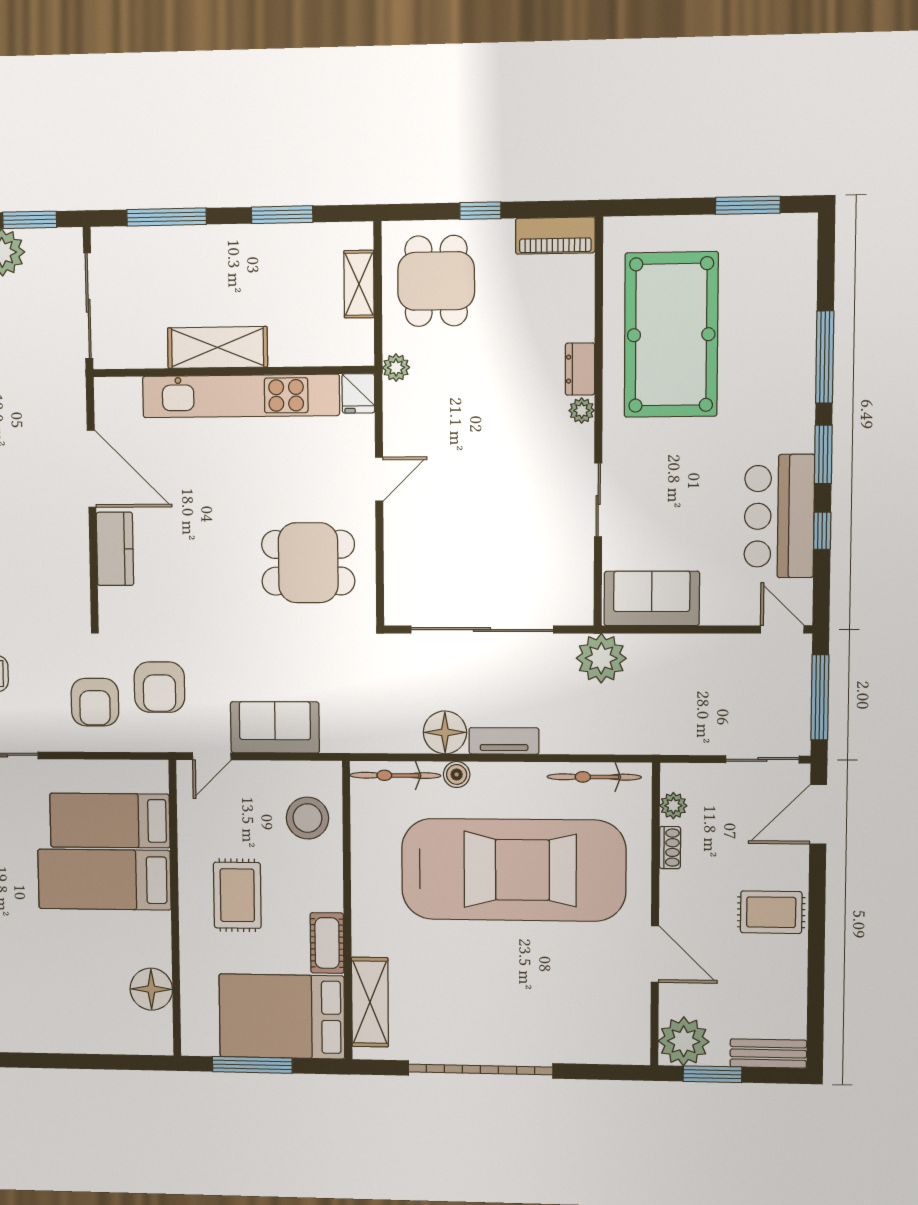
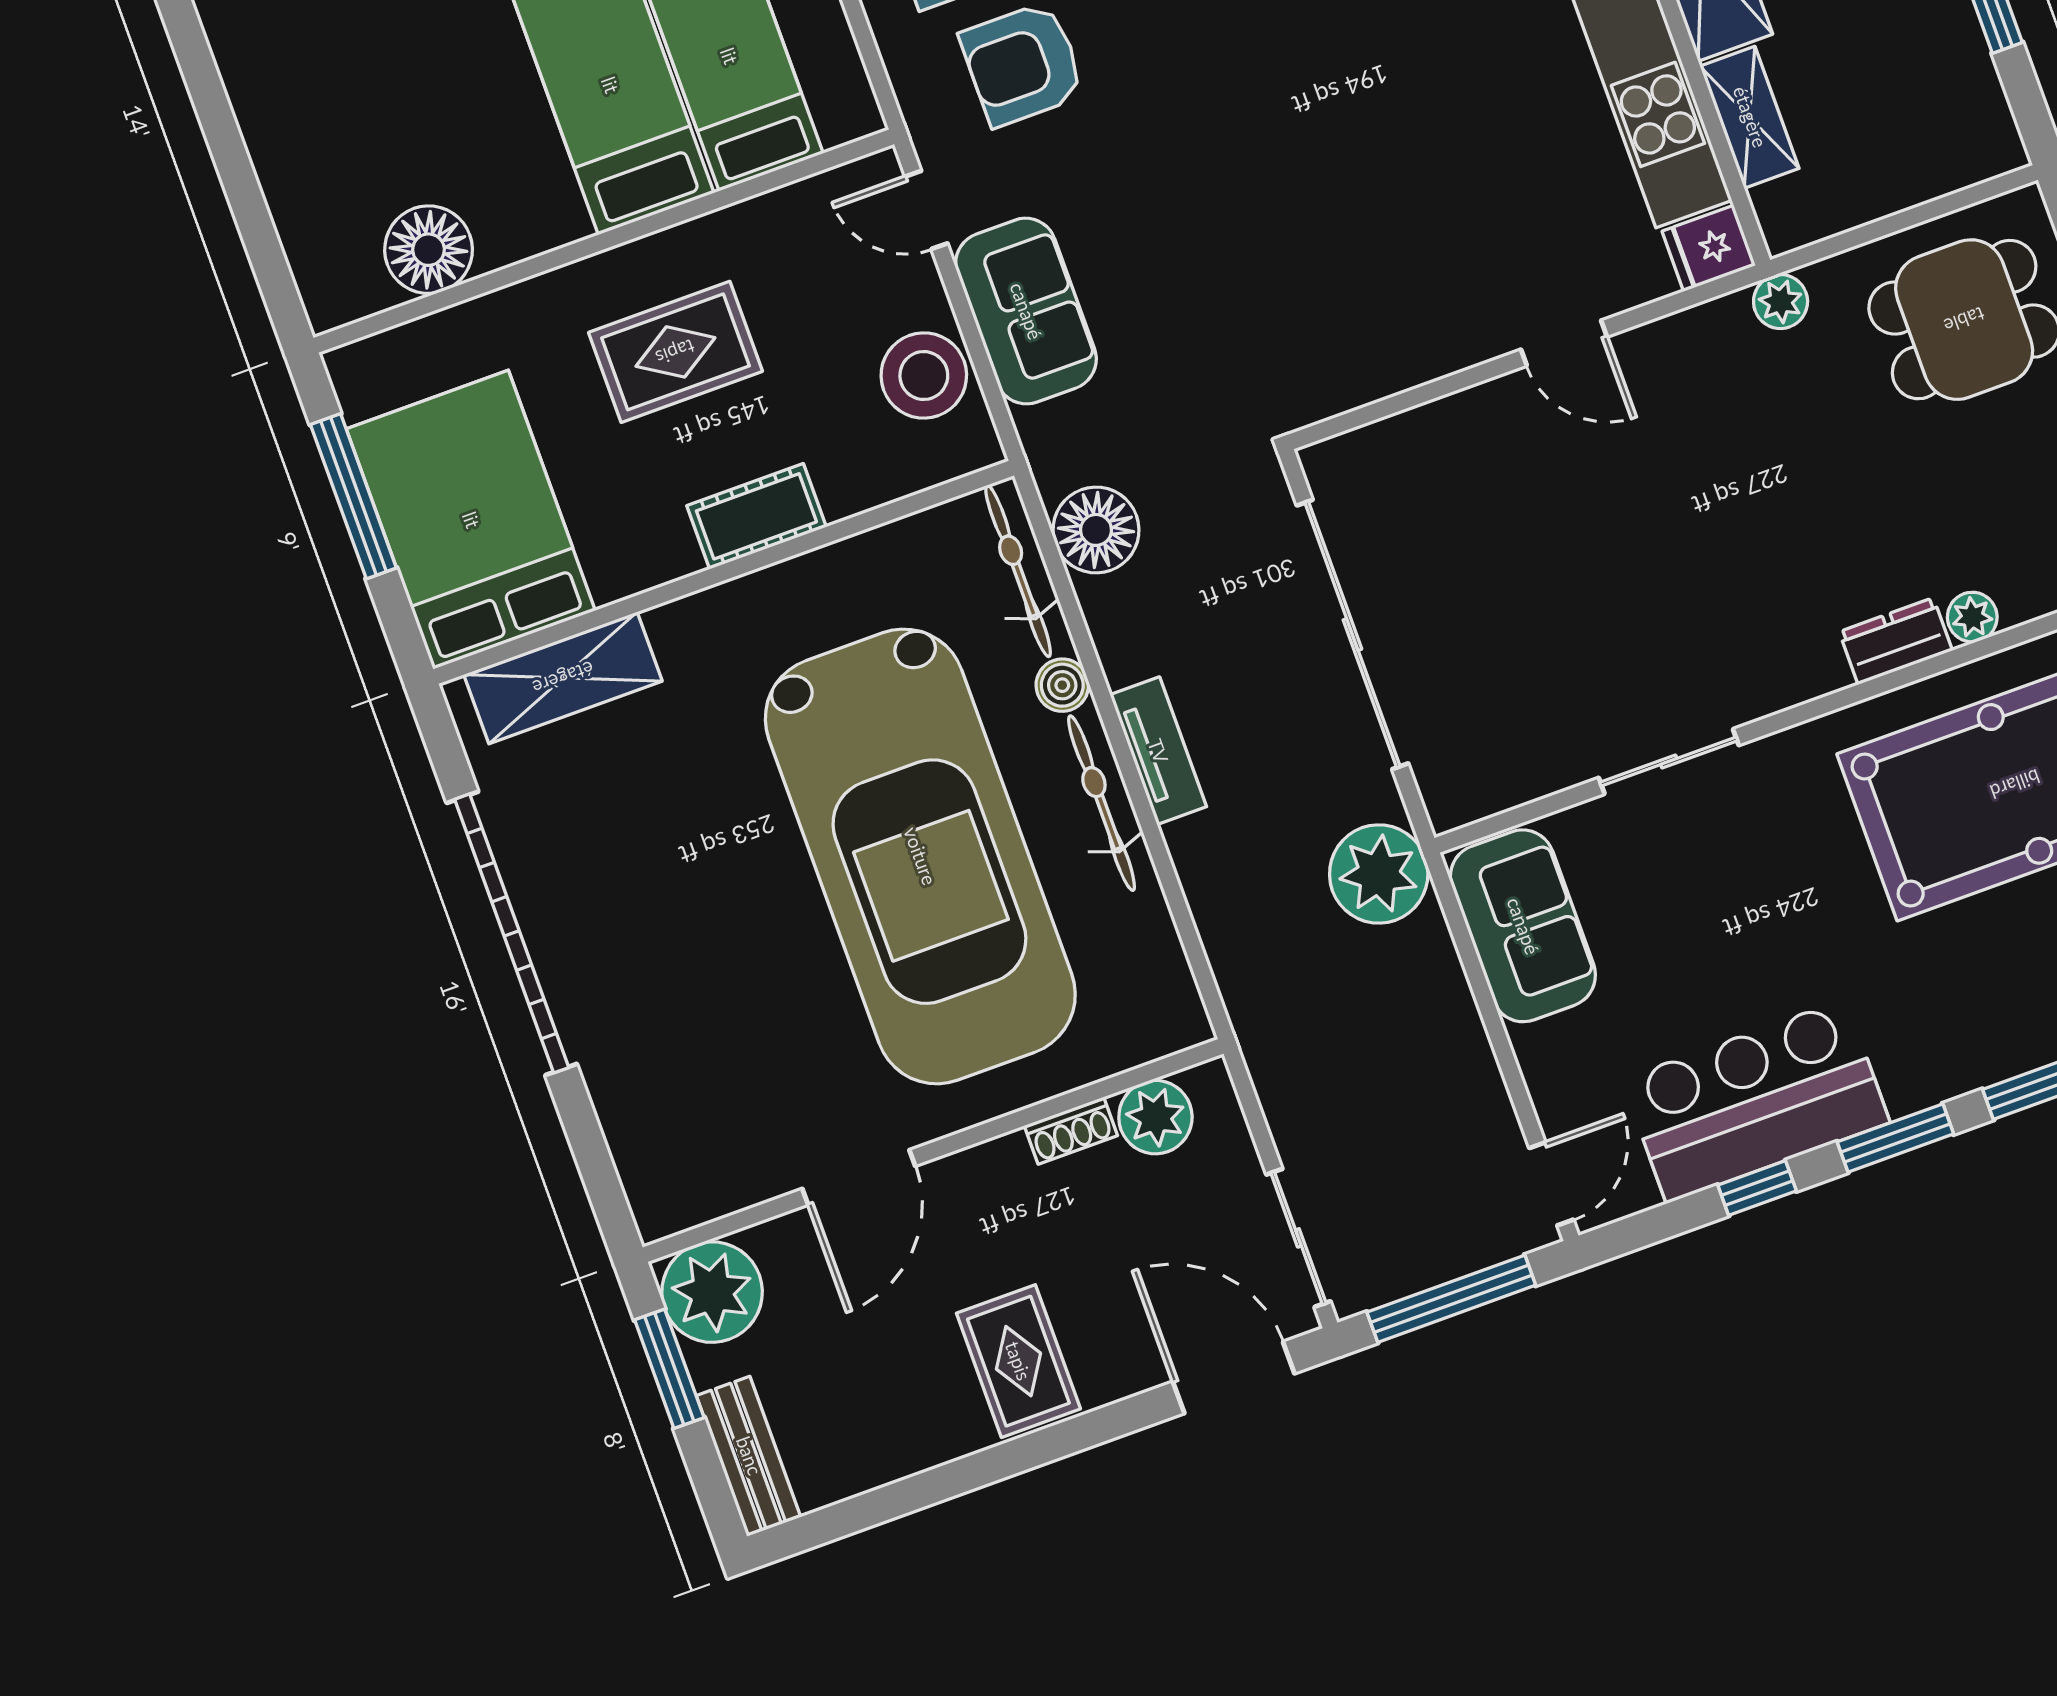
shelving: (359, 284) -> (1750, 117), moved, turned 90
plant: (582, 411) -> (1972, 617), moved
dining table: (308, 563) -> (1361, 265), removed
floor lamp: (445, 732) -> (1096, 530), moved
bicycle: (594, 777) -> (1102, 803), moved
plant: (673, 806) -> (1155, 1117), width x1.38, depth x1.38
stool: (307, 818) -> (924, 376), moved
cot: (327, 943) -> (756, 516), moved

